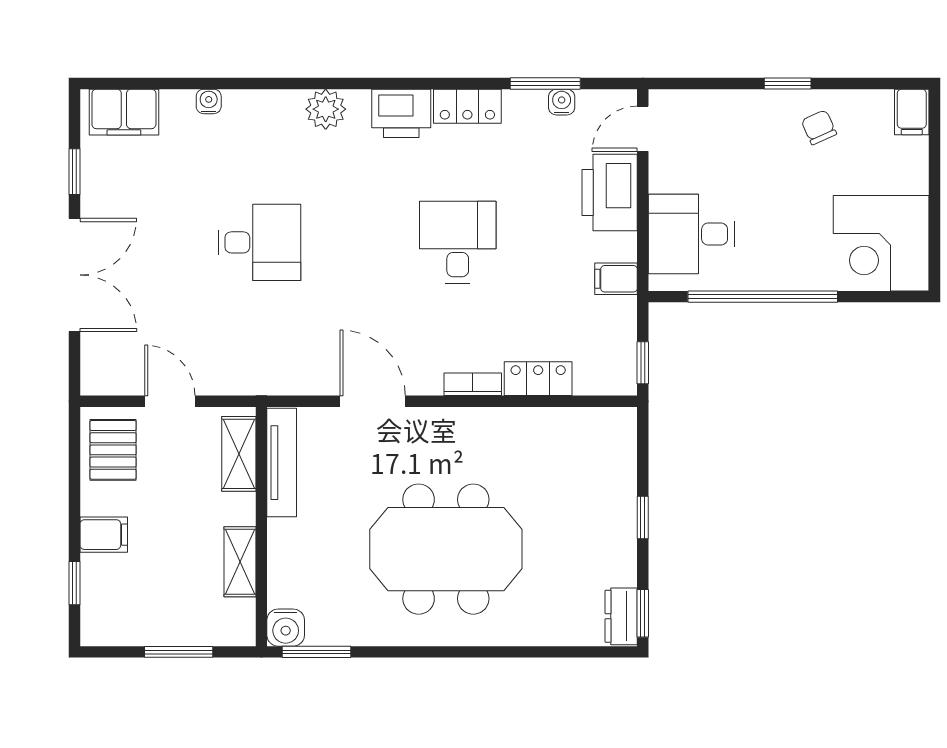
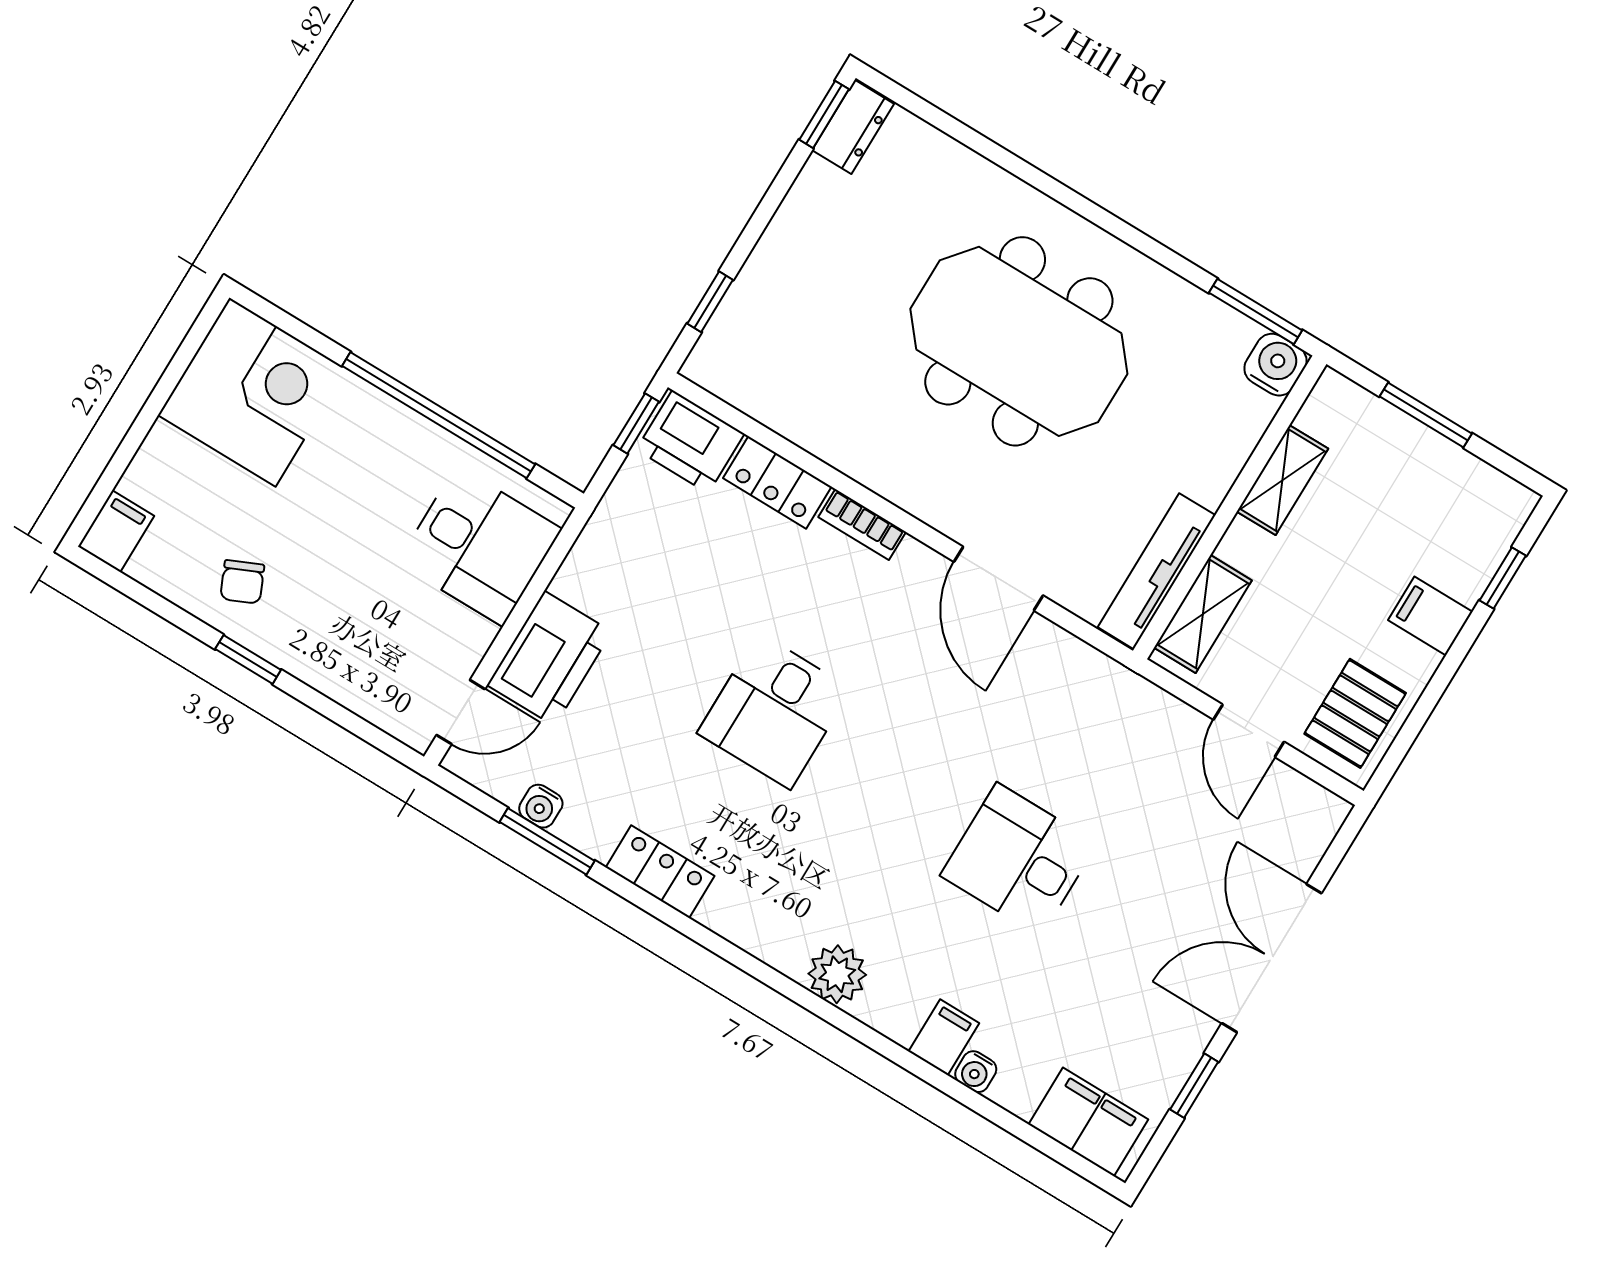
printer: (401, 113) -> (690, 442), moved, turned 180
filing cabinet: (616, 279) -> (944, 1037), moved, turned -90
window: (643, 518) -> (710, 302), moved

